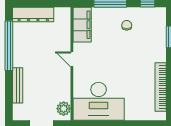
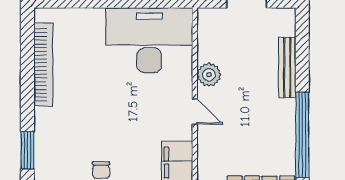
plant: (64, 109) -> (209, 75), moved

